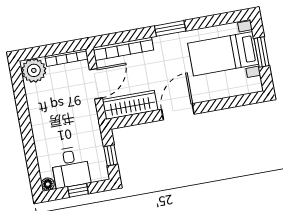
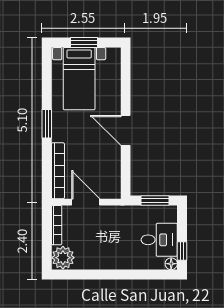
wardrobe: (130, 105) -> (111, 174), removed
window: (111, 155) -> (155, 200), width x1.50
window: (78, 190) -> (182, 251), moved

